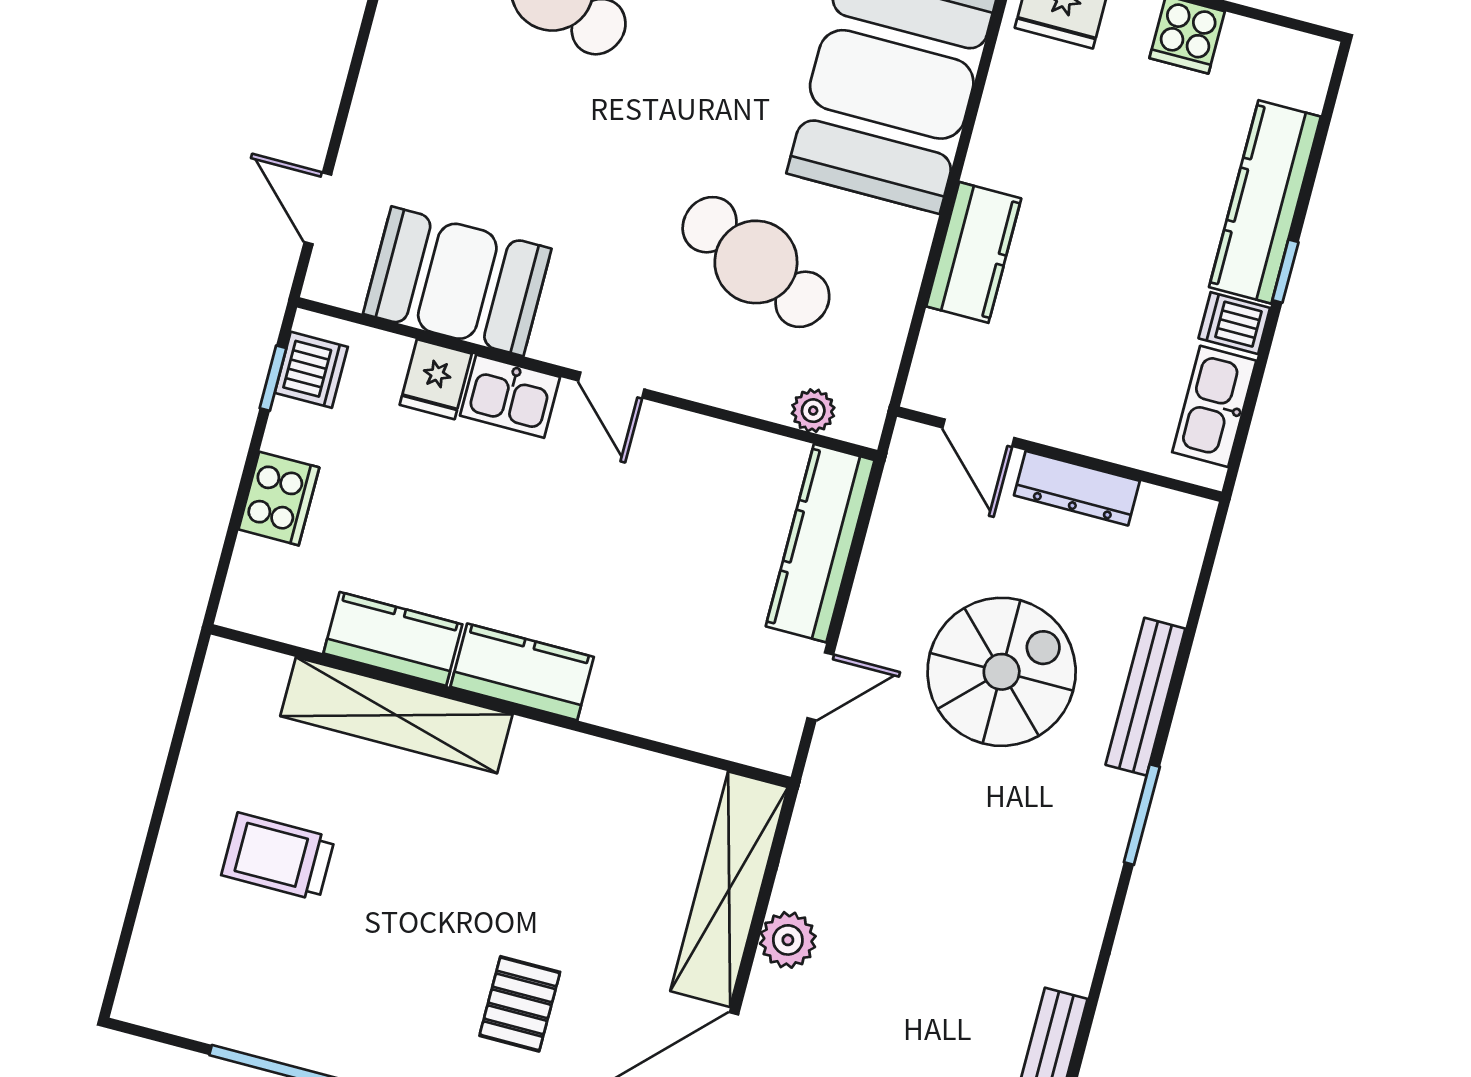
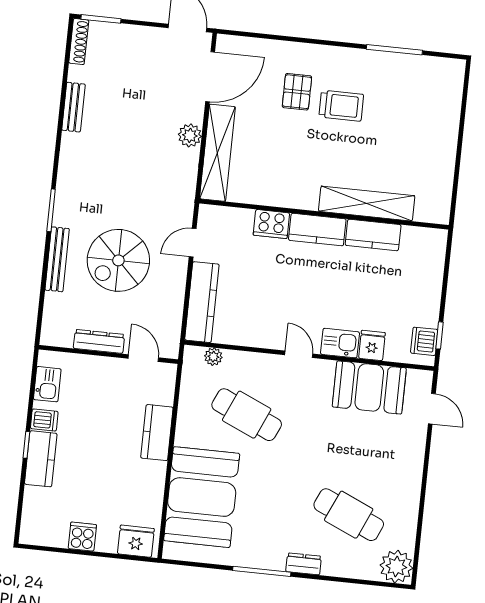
kitchen counter: (1265, 202) -> (41, 459), width x0.67
kitchen sink: (1214, 406) -> (47, 384), width x0.73
cooker: (279, 498) -> (271, 224), moved, turned -90
trolley: (278, 857) -> (341, 106), moved

